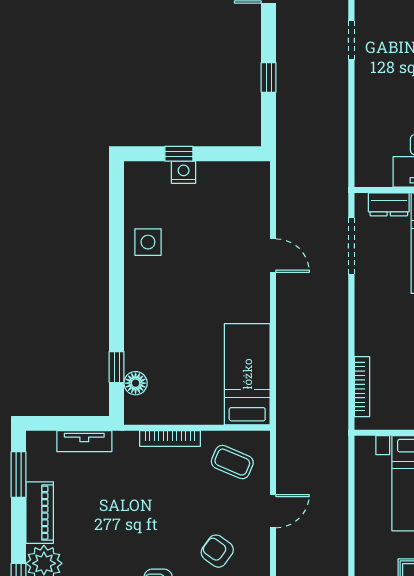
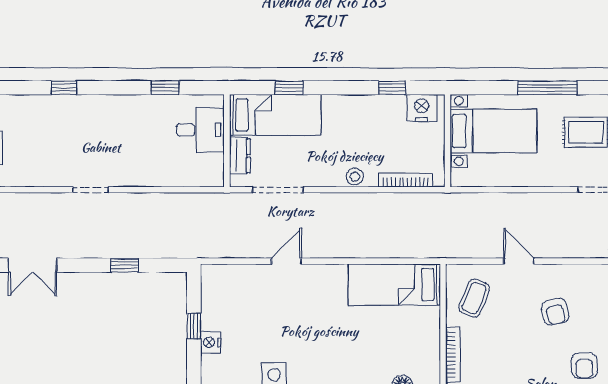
window: (179, 154) -> (194, 326), moved
stool: (366, 331) -> (355, 176), added
armchair: (217, 551) -> (555, 312), turned -48

